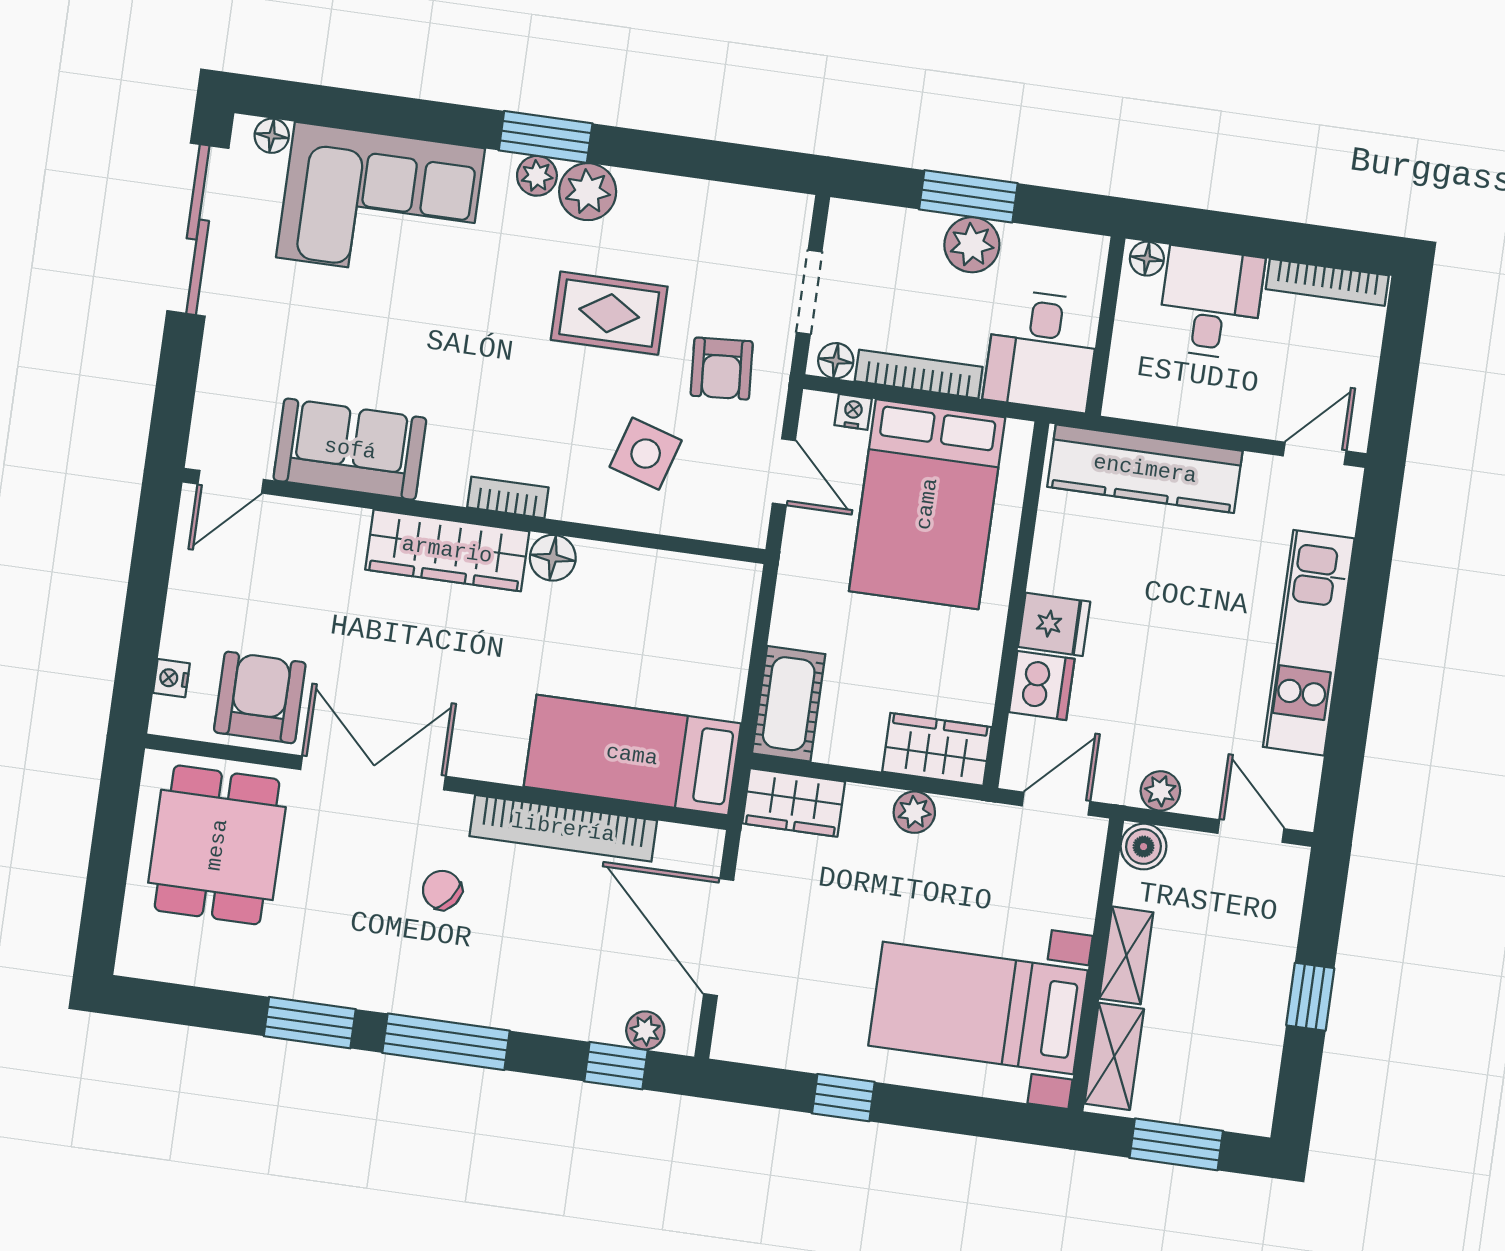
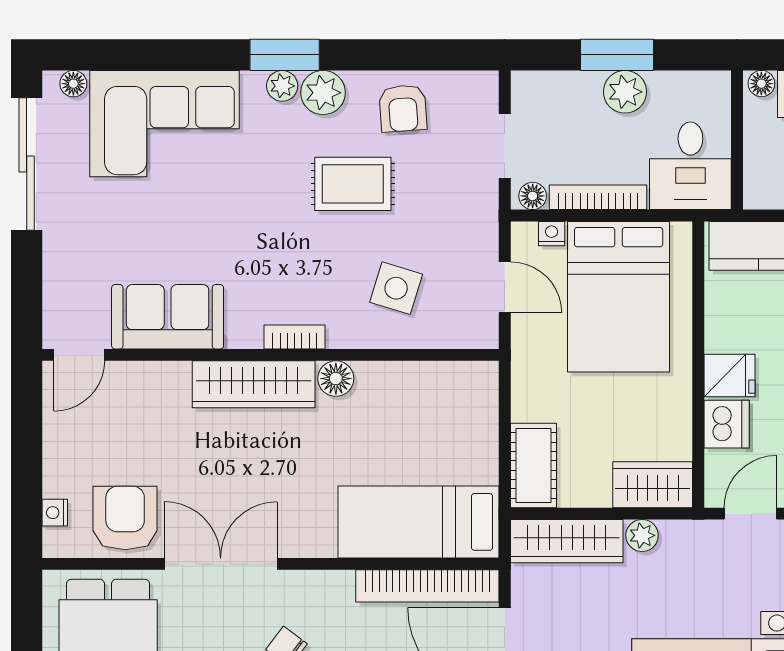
armchair: (722, 369) -> (403, 108), moved
wardrobe: (794, 802) -> (567, 541), width x1.50
bookcase: (563, 828) -> (427, 586), moved

